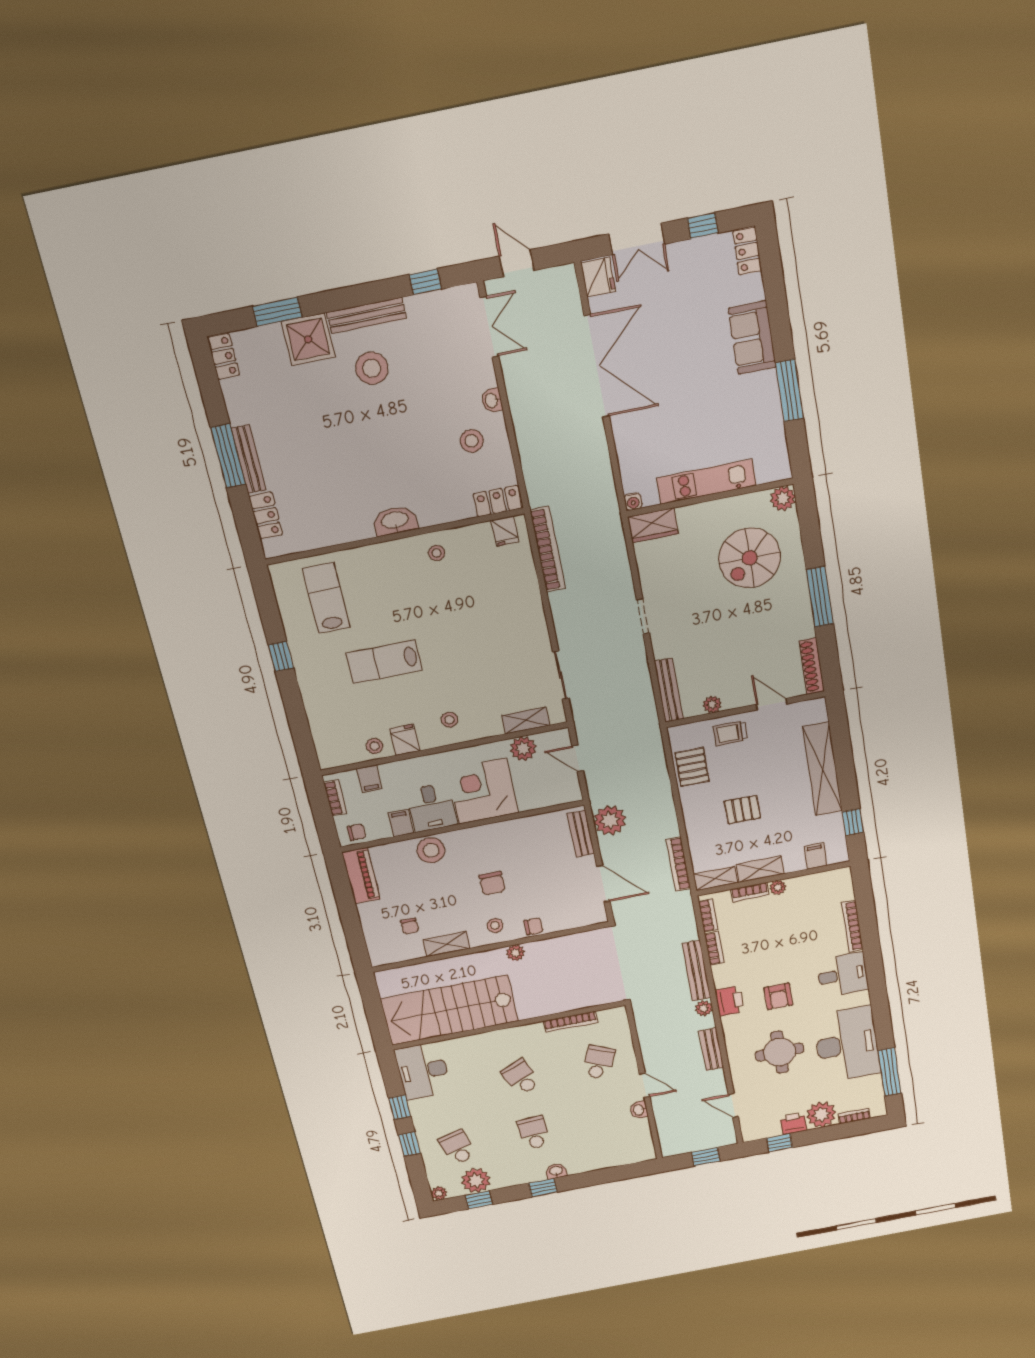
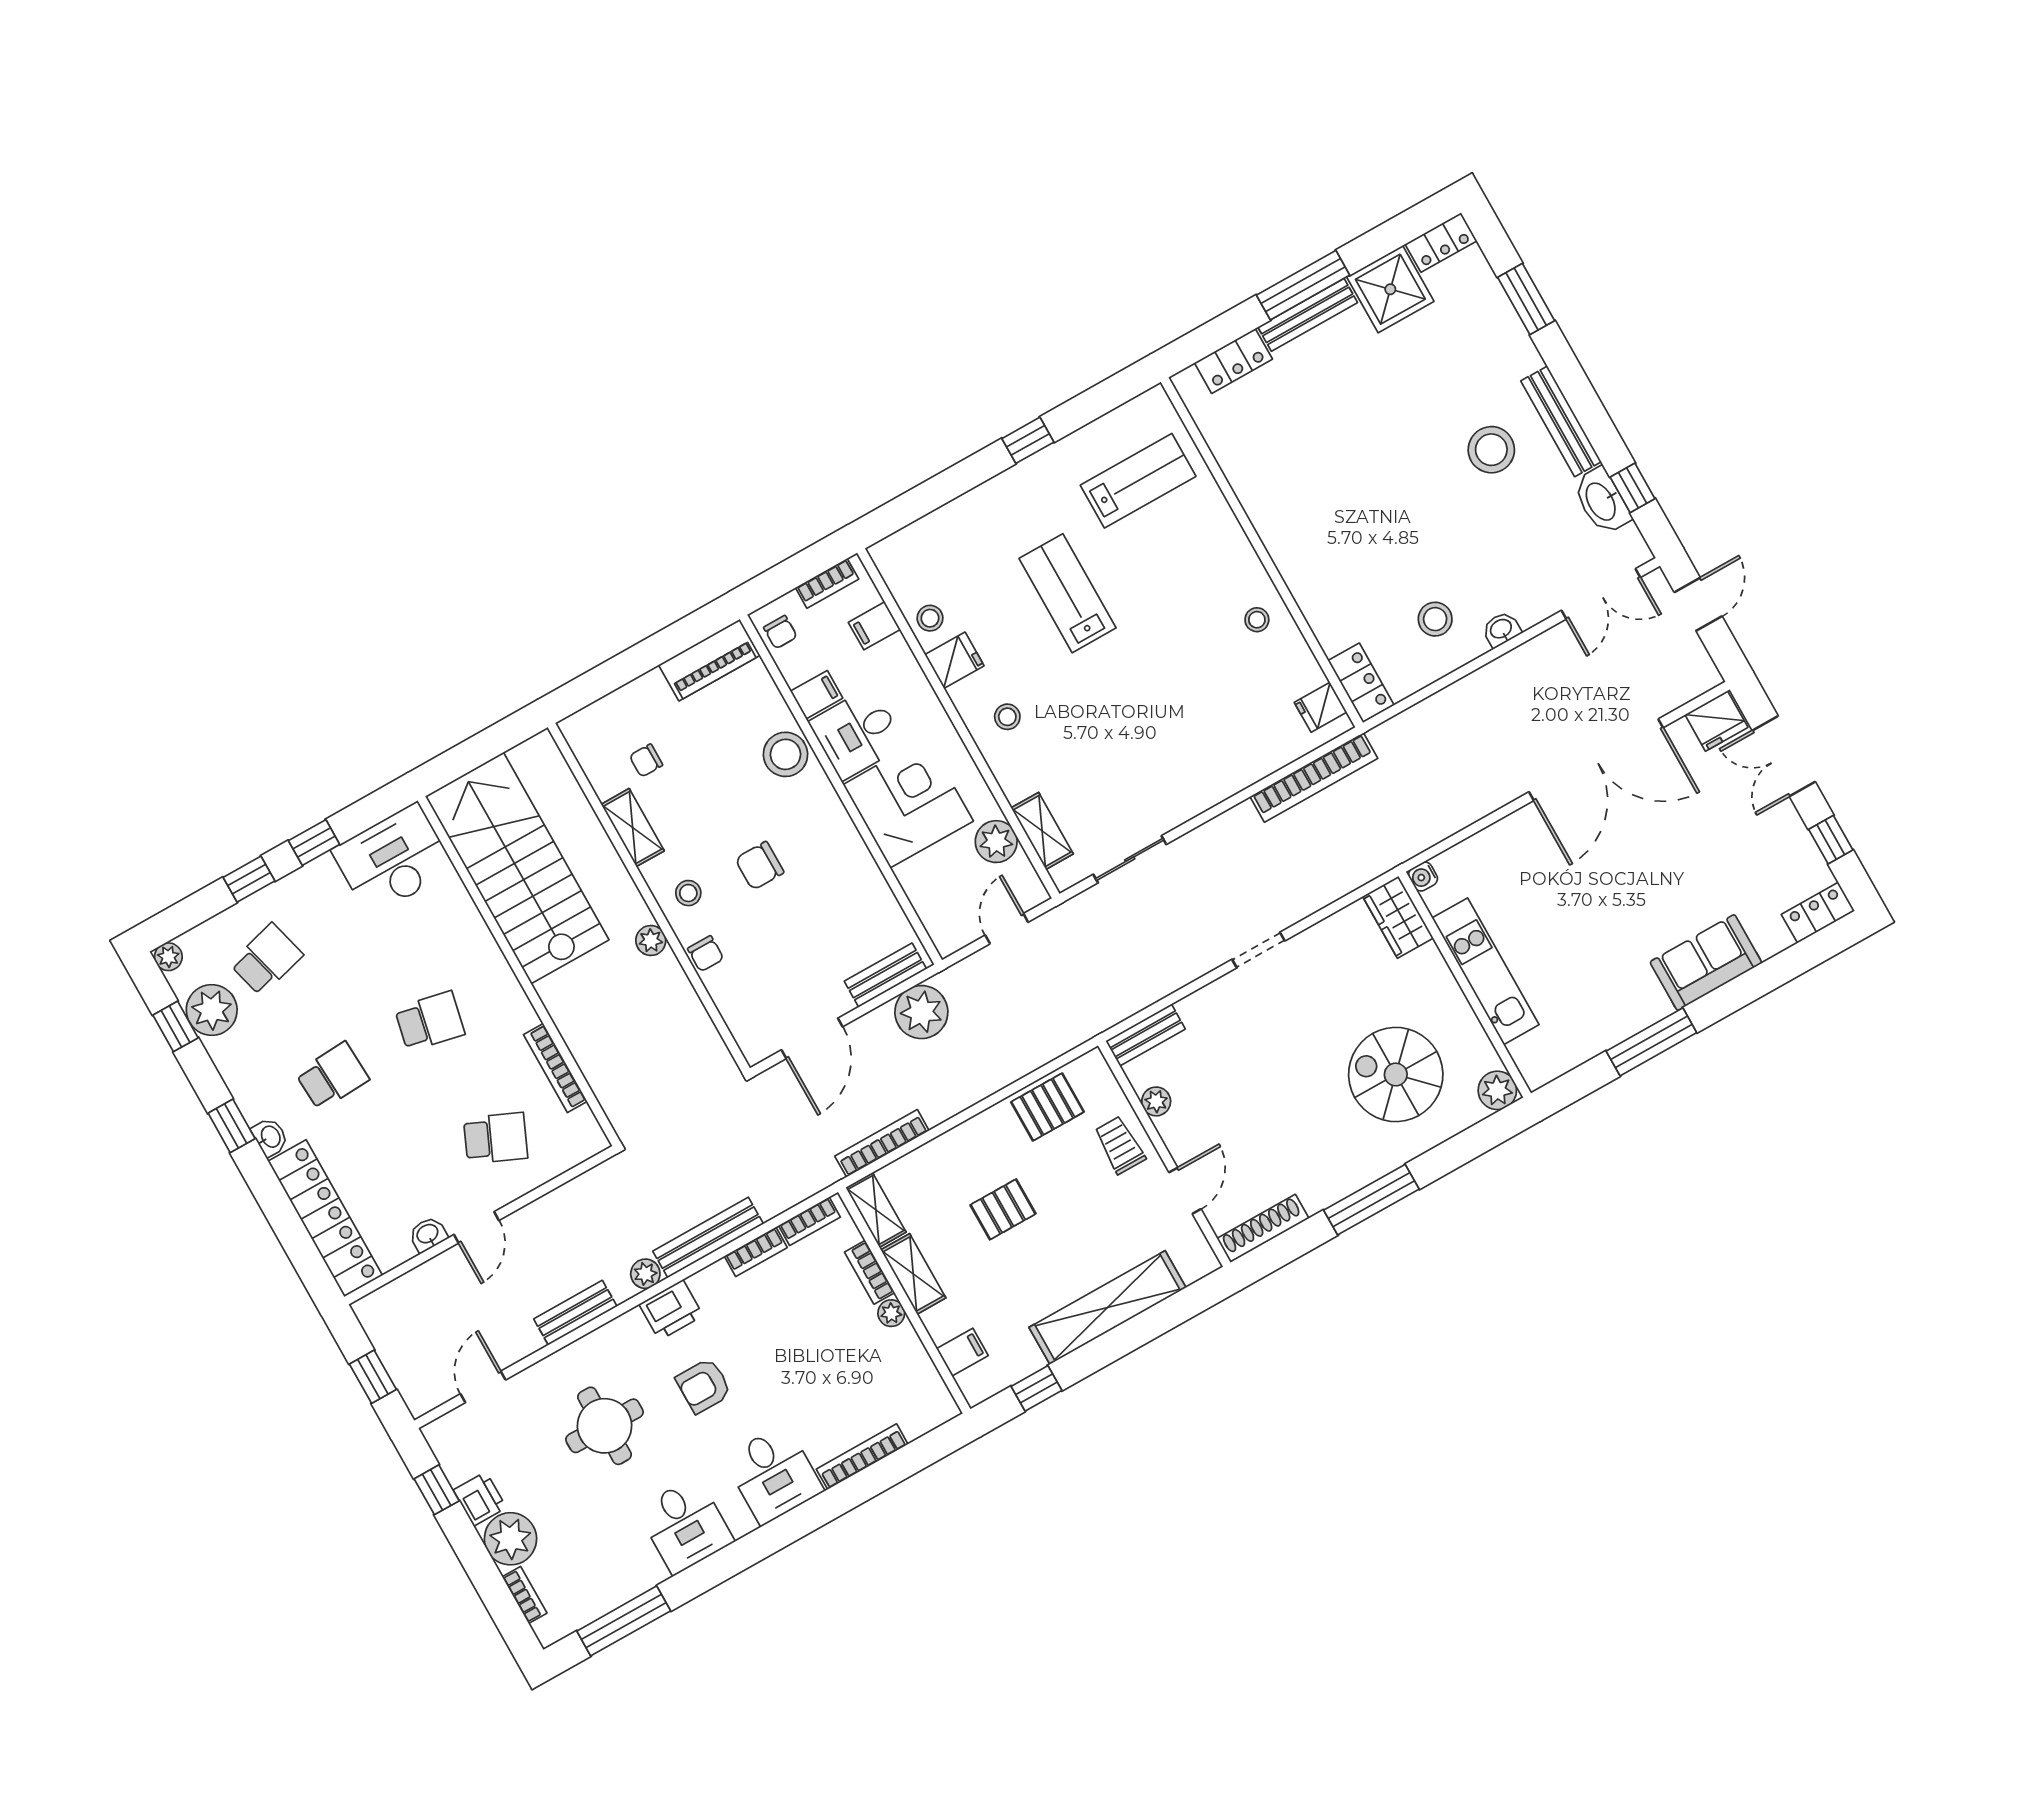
shower: (308, 339) -> (1390, 289), moved
washbasin: (395, 521) -> (1602, 501), moved, turned 180
bench: (669, 690) -> (1146, 1035), width x0.73
pallet: (742, 810) -> (1003, 1209), turned 90
desk: (847, 1044) -> (685, 1525), width x0.53, depth x0.77
school desk: (521, 1077) -> (430, 1021), turned 36
locker: (611, 1157) -> (325, 1218), added

